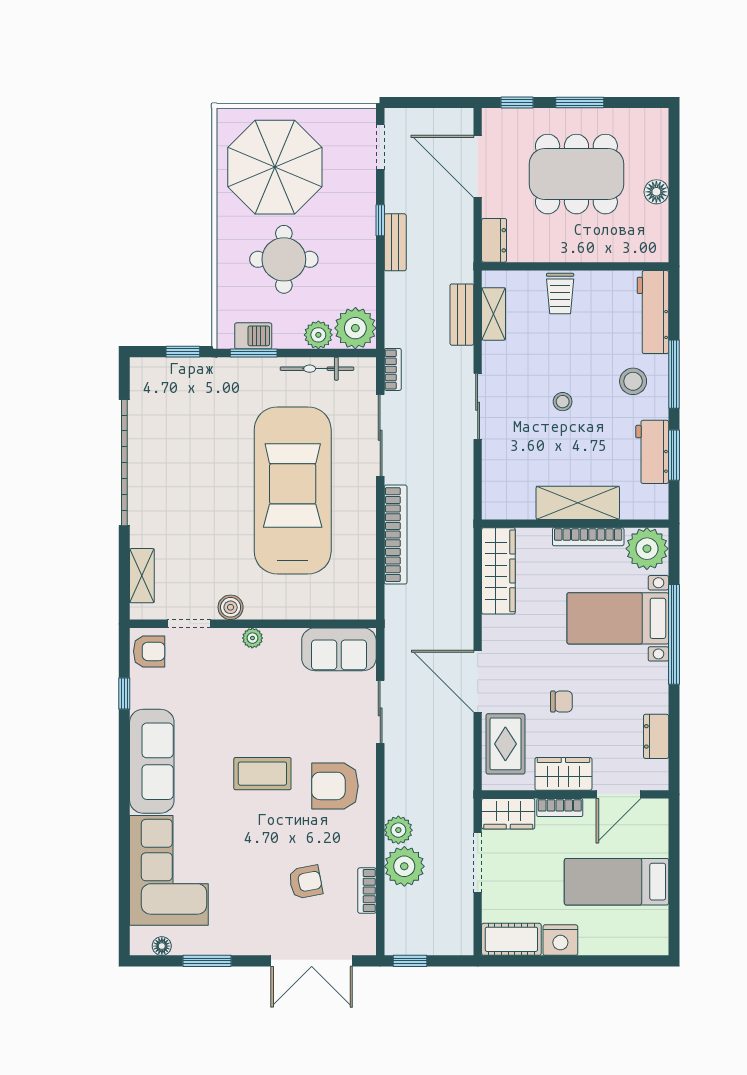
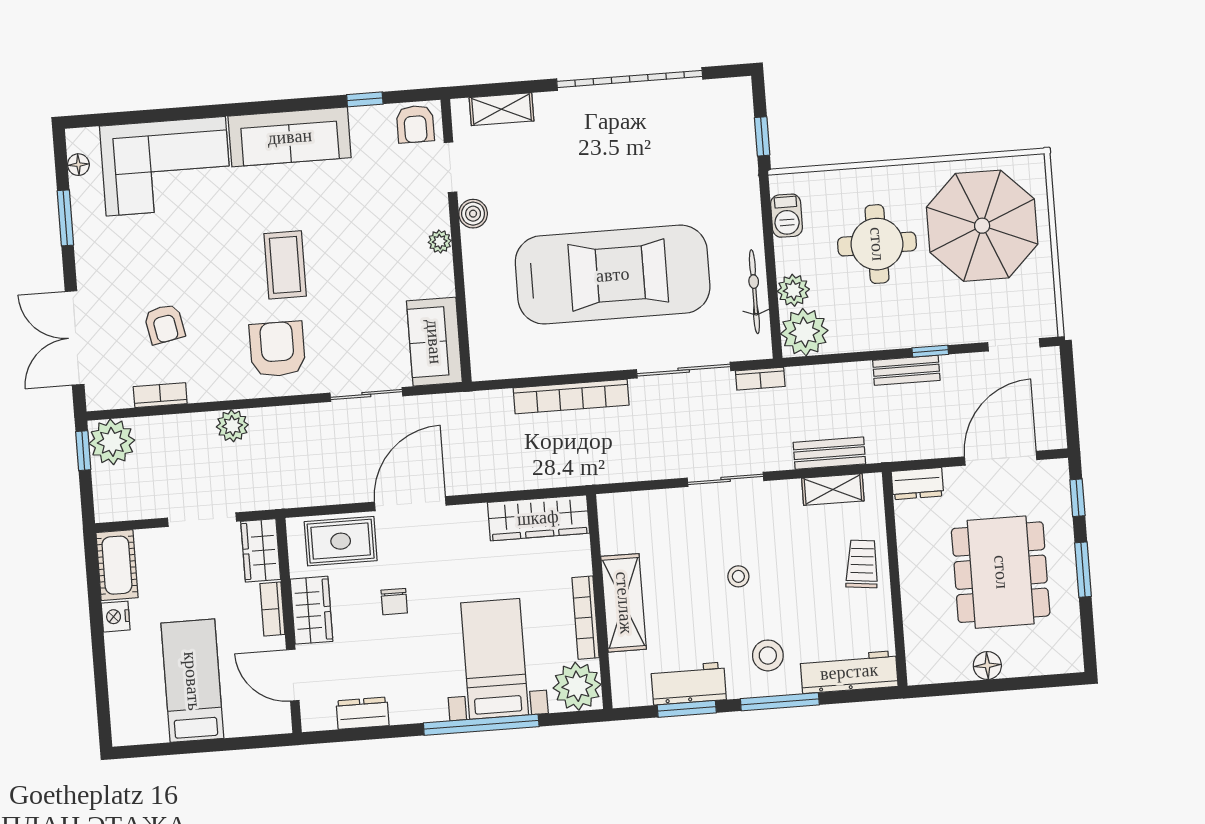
trolley: (560, 294) -> (862, 564), turned 96
window: (254, 353) -> (767, 218), removed
plant: (404, 866) -> (112, 442), moved
nightstand: (560, 940) -> (116, 617), width x0.74, depth x0.75

